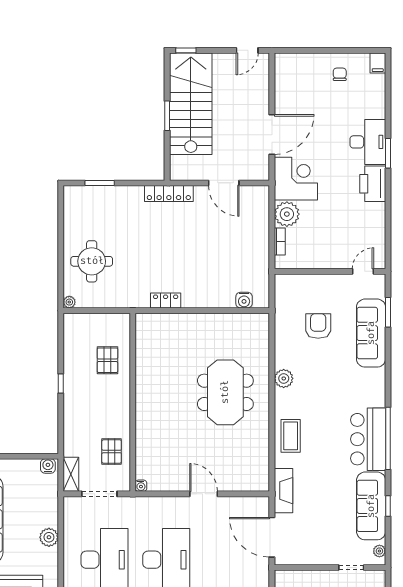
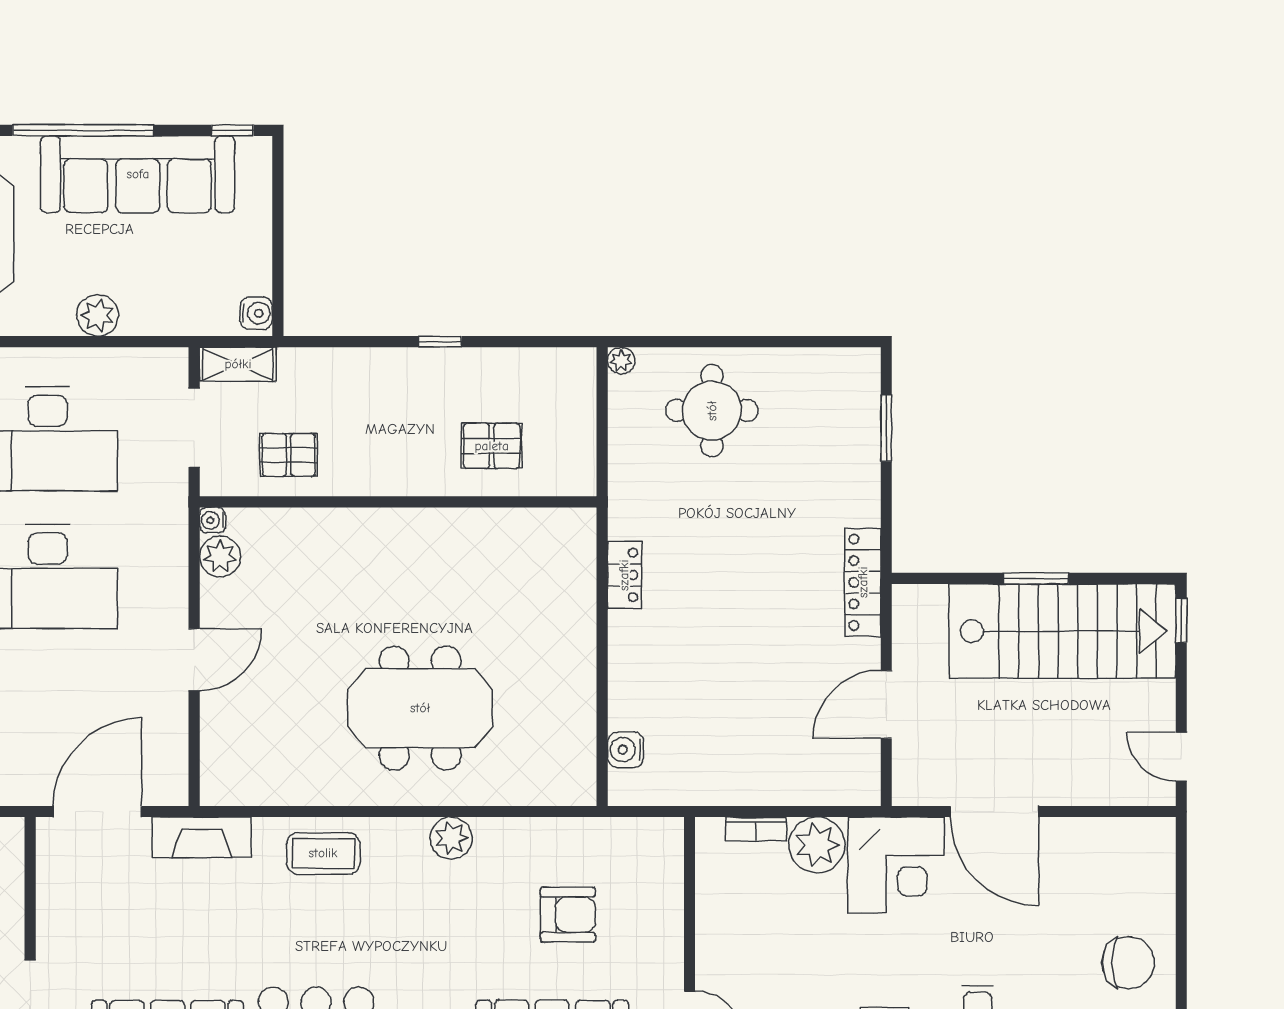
chair: (340, 74) -> (1128, 963), width x1.87, depth x1.87
plant: (157, 482) -> (220, 557), added

